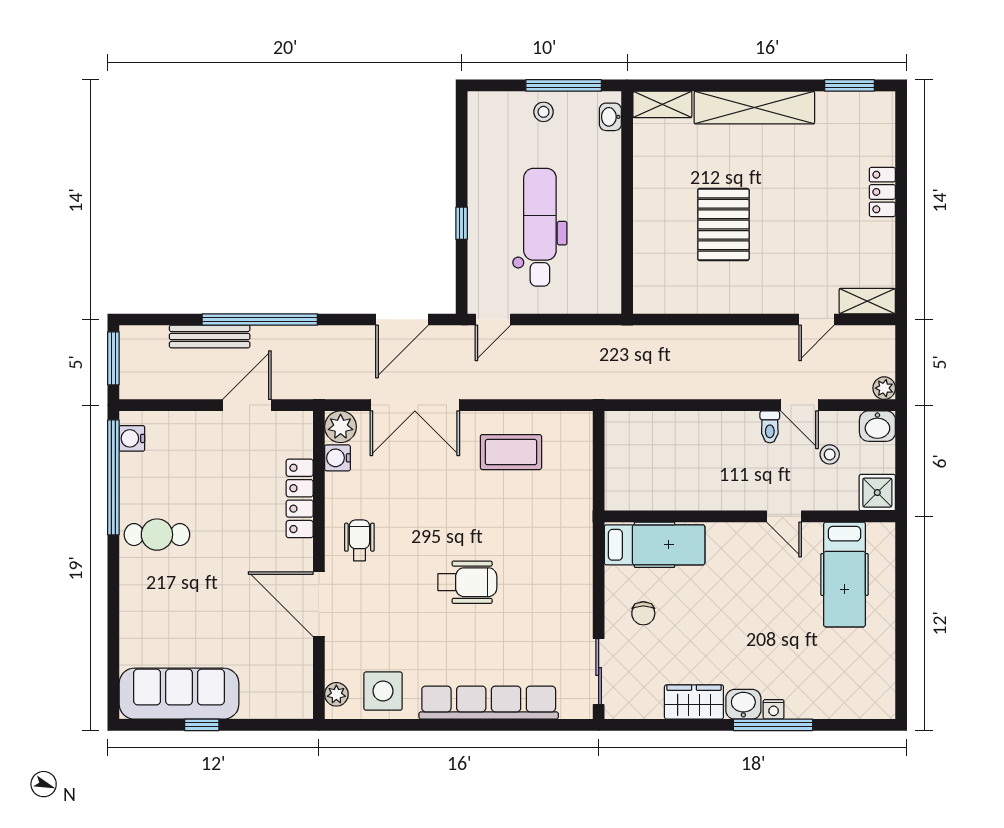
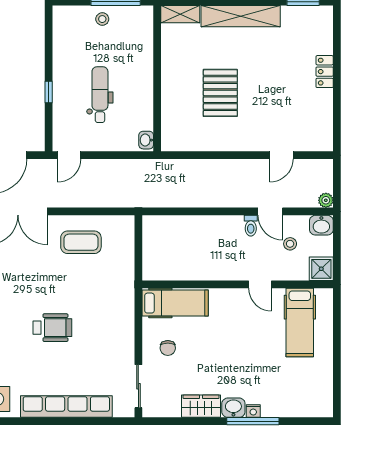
washbasin: (610, 117) -> (146, 140), moved
dental chair: (540, 227) -> (100, 95), width x0.73, depth x0.72
shelving: (867, 301) -> (315, 143), removed

